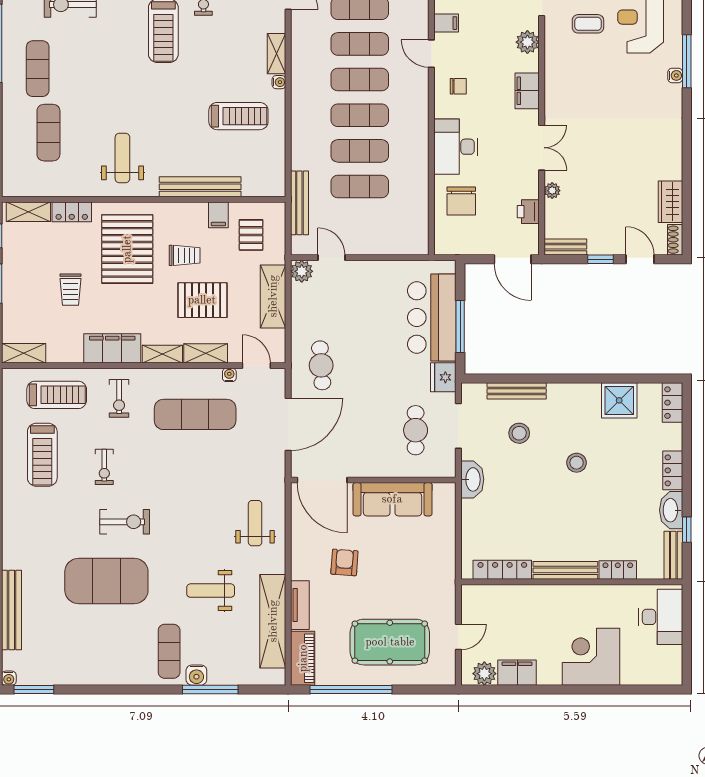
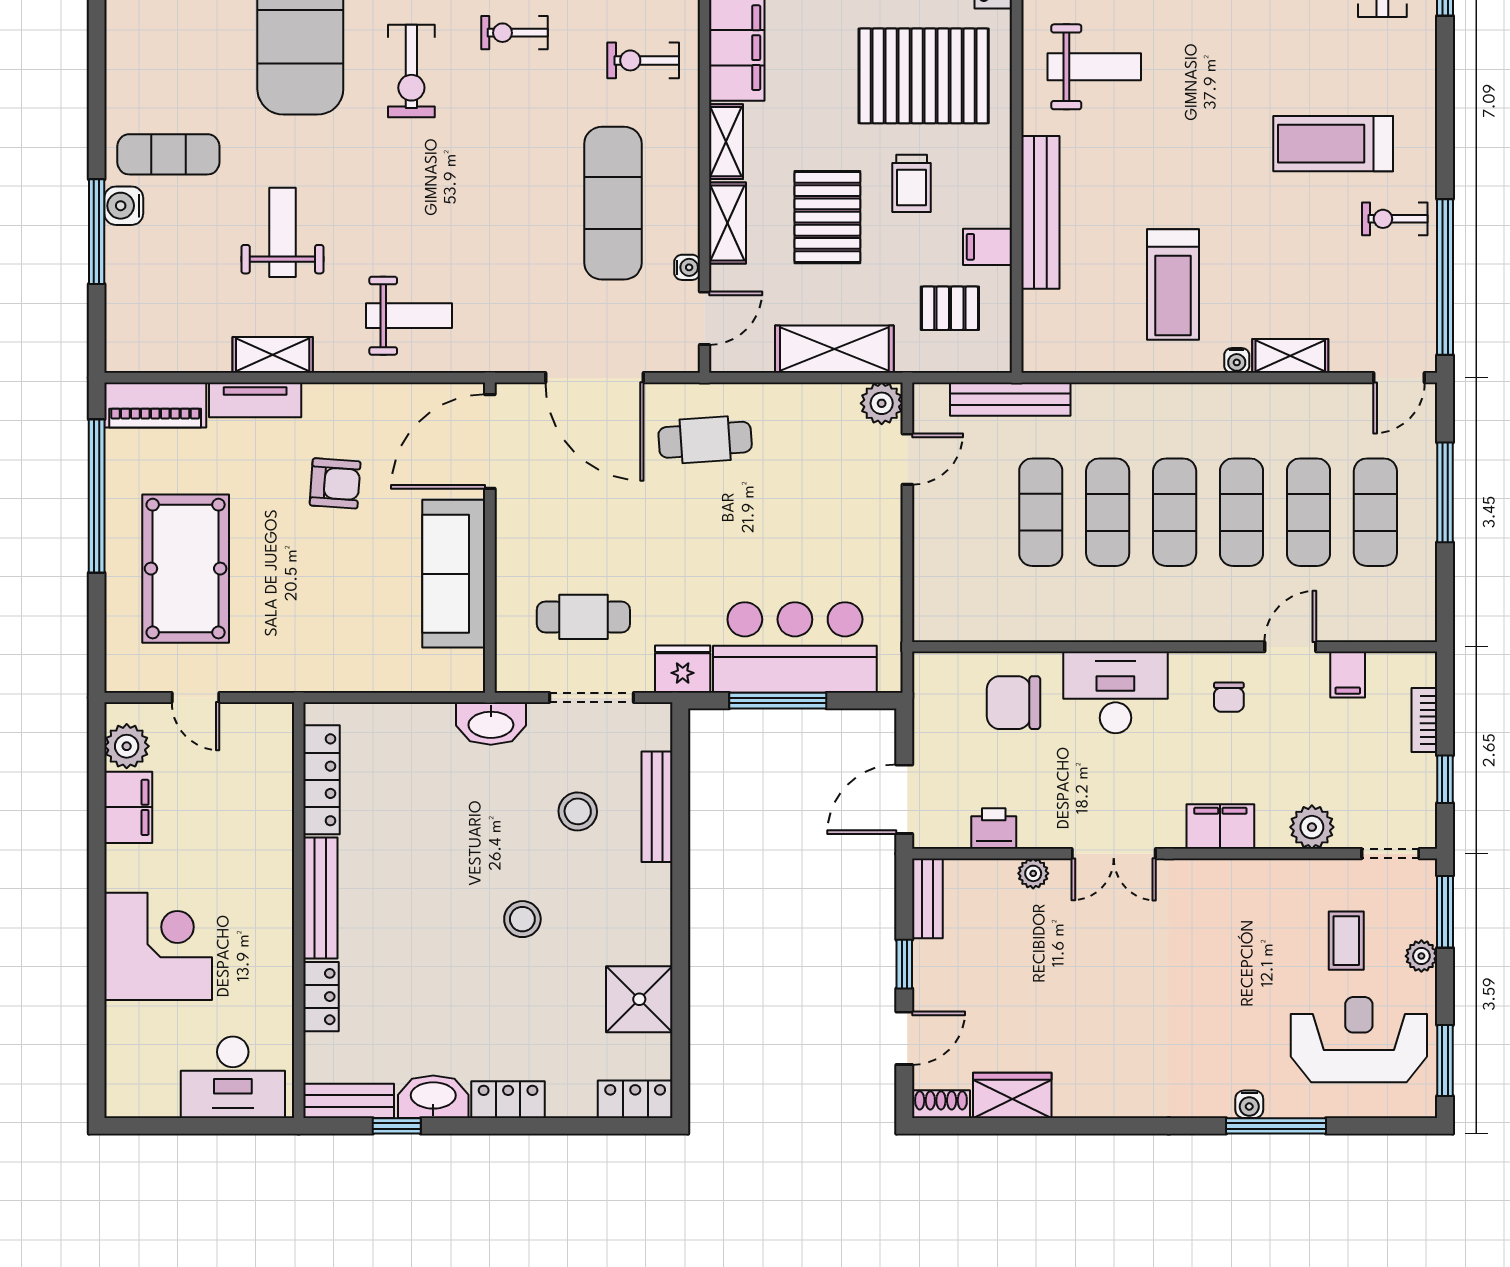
shelving: (273, 621) -> (273, 355), width x0.45, depth x0.75

